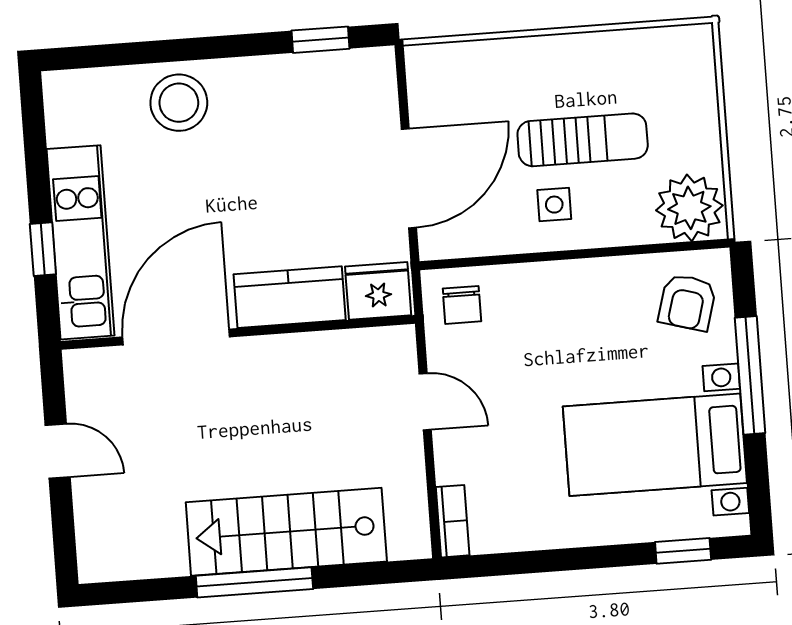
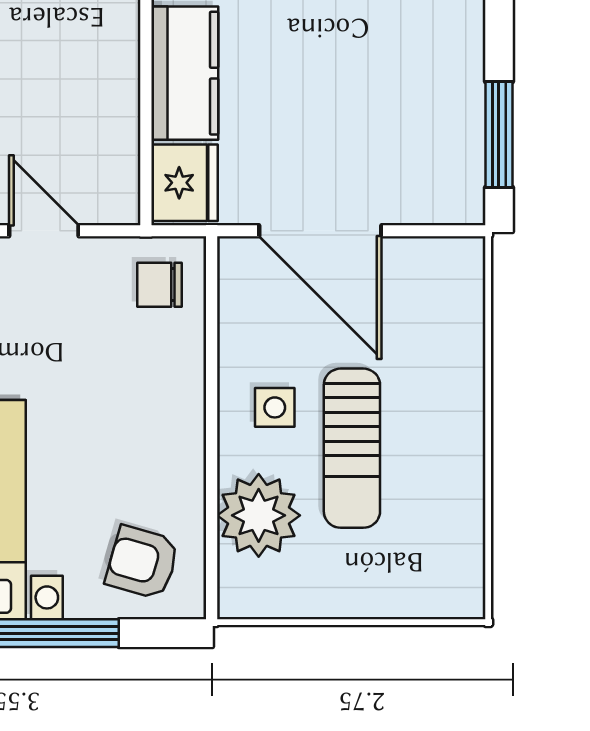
window: (321, 40) -> (499, 135), width x1.50
plant: (689, 208) -> (259, 515), moved
door: (425, 402) -> (44, 231), swing flipped

